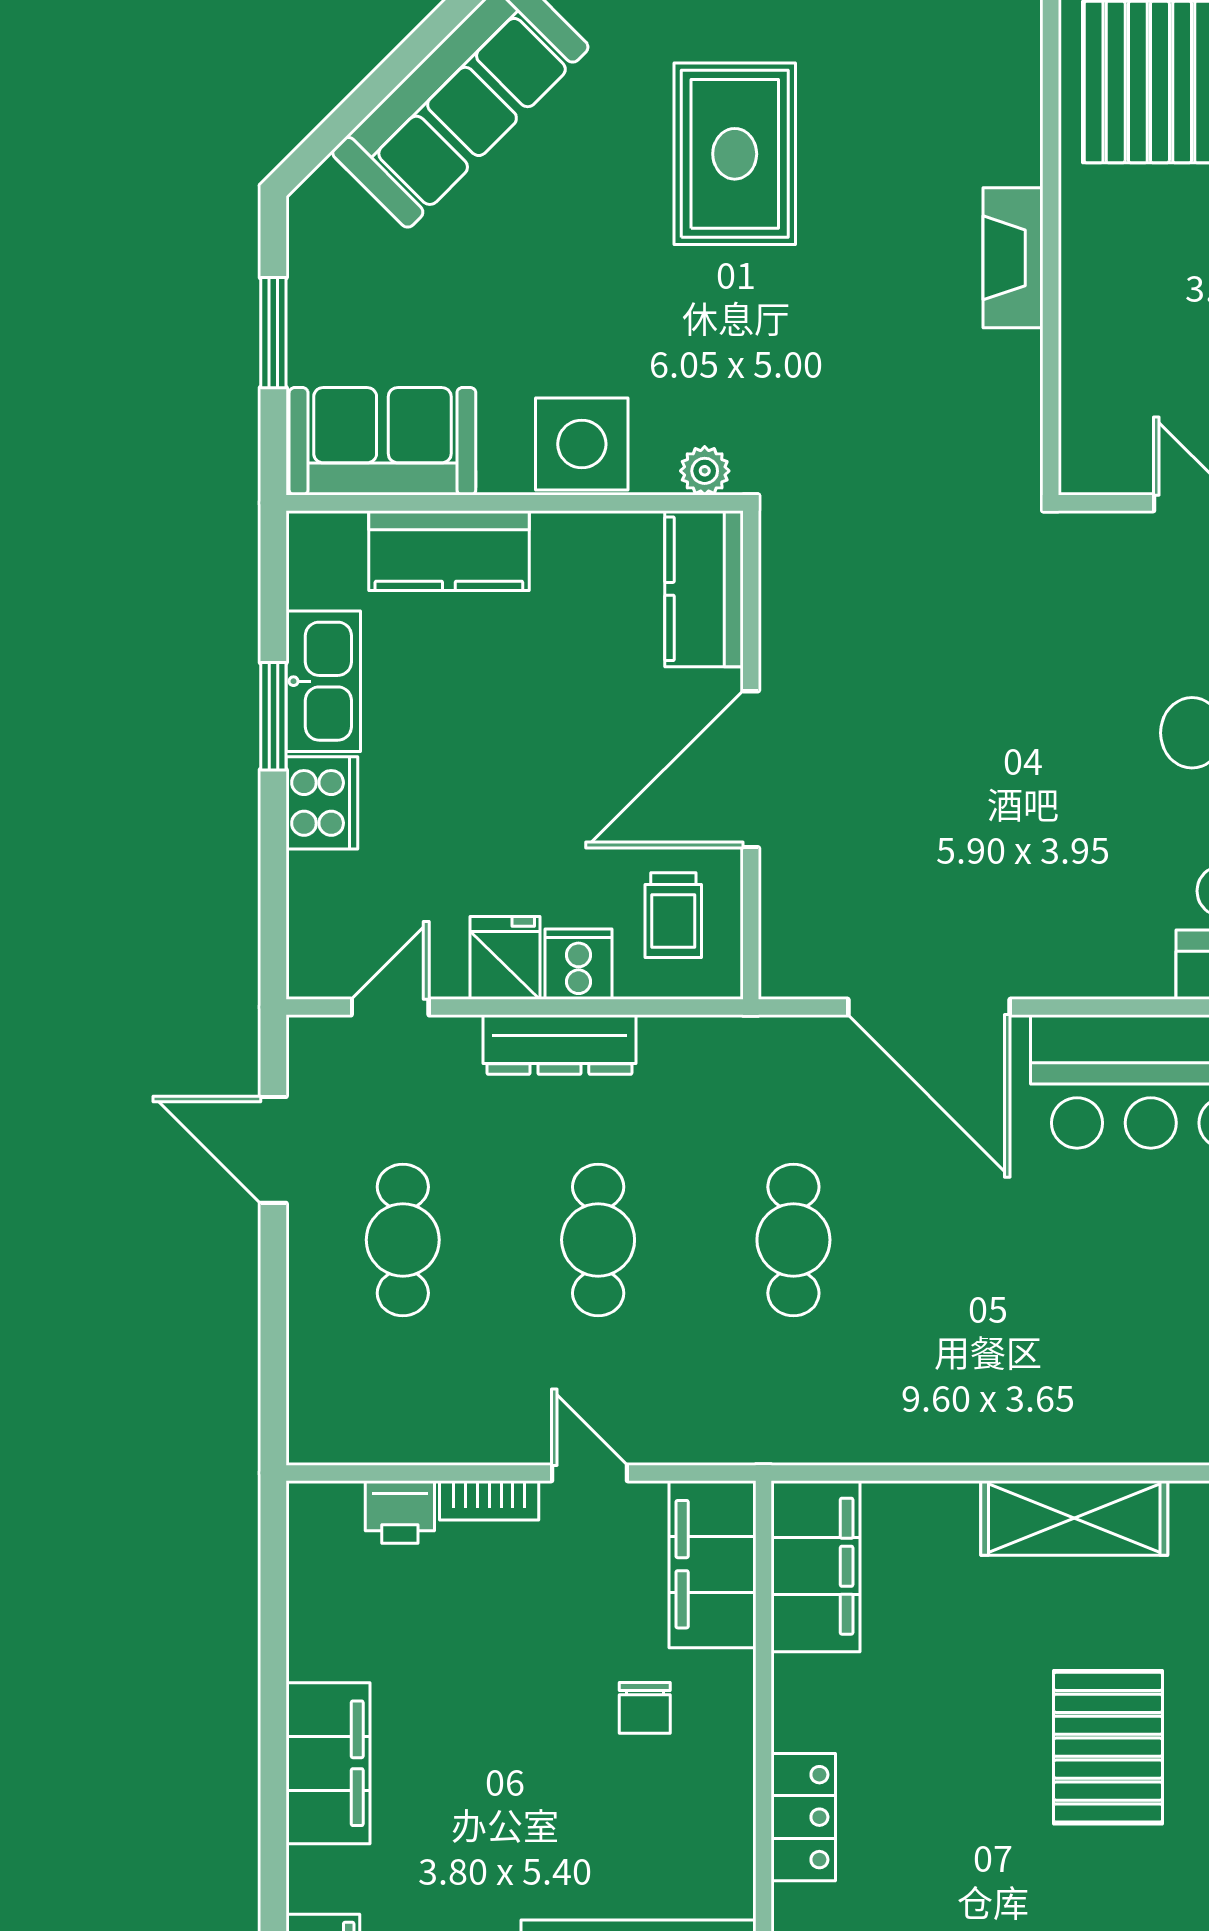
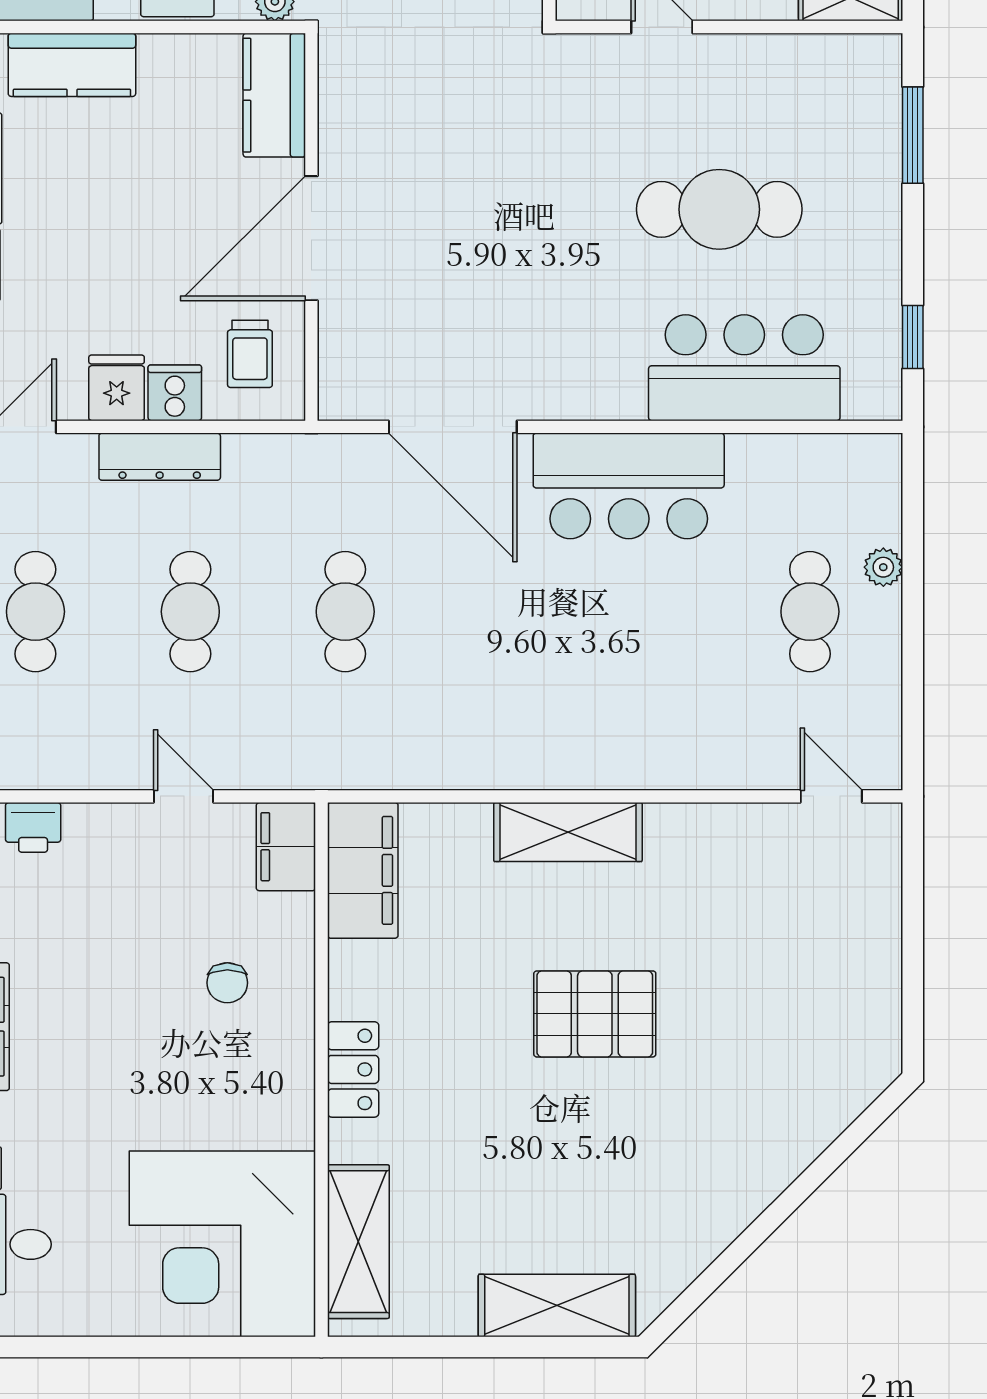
bookcase: (489, 1500) -> (104, 818), removed
filing cabinet: (712, 1564) -> (286, 847), width x0.67, depth x0.86
pallet: (1108, 1747) -> (595, 1014), turned 90

